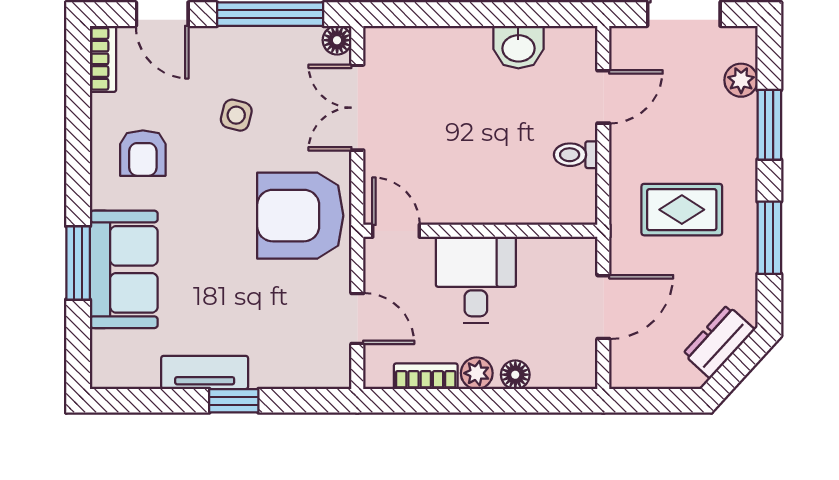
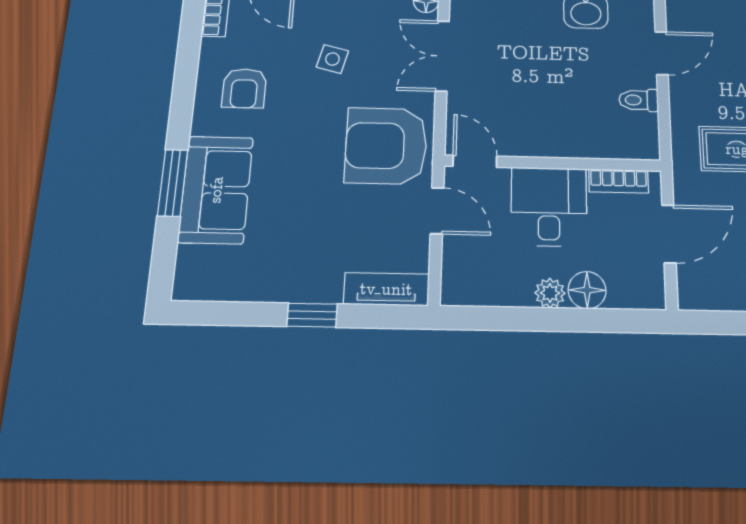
door: (357, 318) -> (437, 211), moved
tv unit: (205, 372) -> (386, 289), moved
floor lamp: (515, 375) -> (587, 290), width x1.37, depth x1.37
bookcase: (426, 376) -> (619, 181), moved, turned 180

